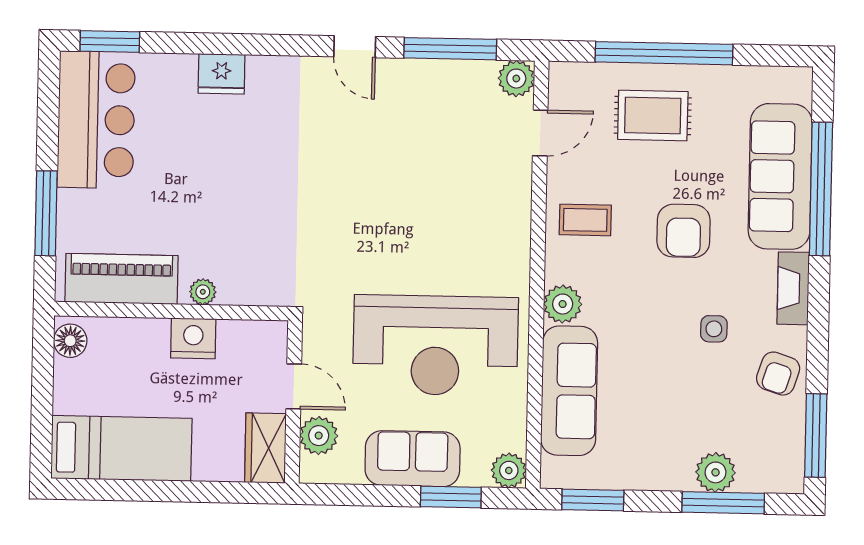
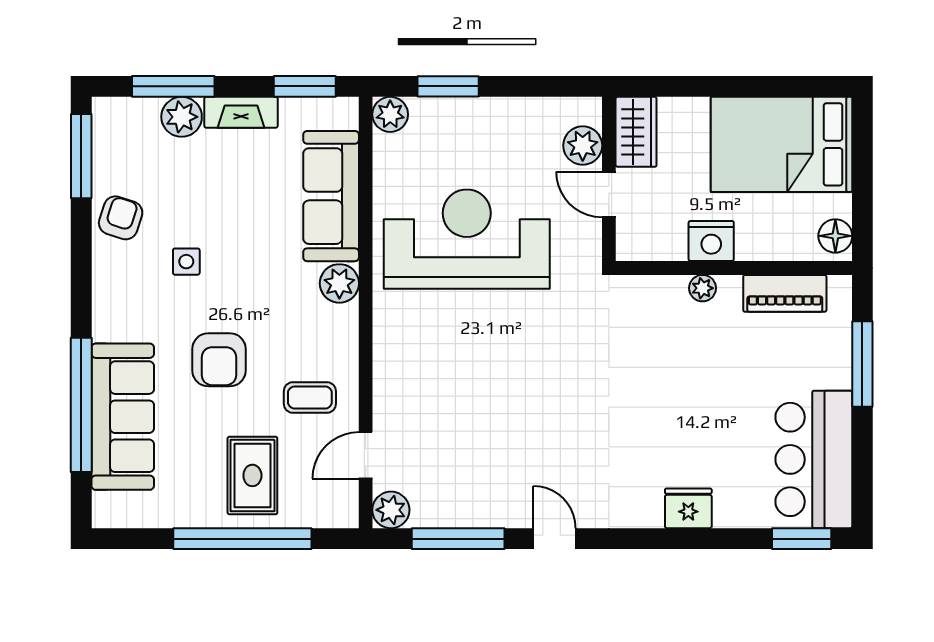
rug: (653, 116) -> (252, 475), turned 90
coffee table: (585, 220) -> (310, 397), moved
armchair: (684, 231) -> (219, 360), turned 180
piano: (122, 279) -> (785, 293), width x0.73, depth x0.75
fireplace: (793, 288) -> (241, 112), moved, turned 90
bed: (121, 448) -> (781, 144), width x1.50
sofa: (413, 459) -> (487, 124), removed

